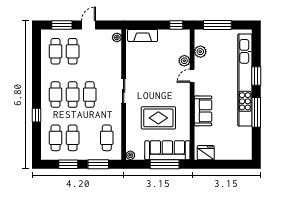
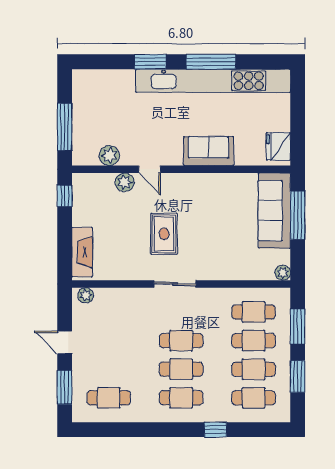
cafe table: (73, 51) -> (254, 341), moved
kitchen unit: (245, 80) -> (213, 81), moved
rug: (158, 118) -> (164, 234), moved, width x0.73, depth x0.70

